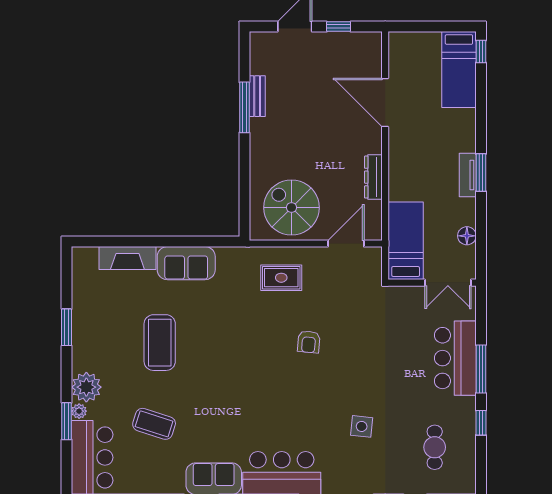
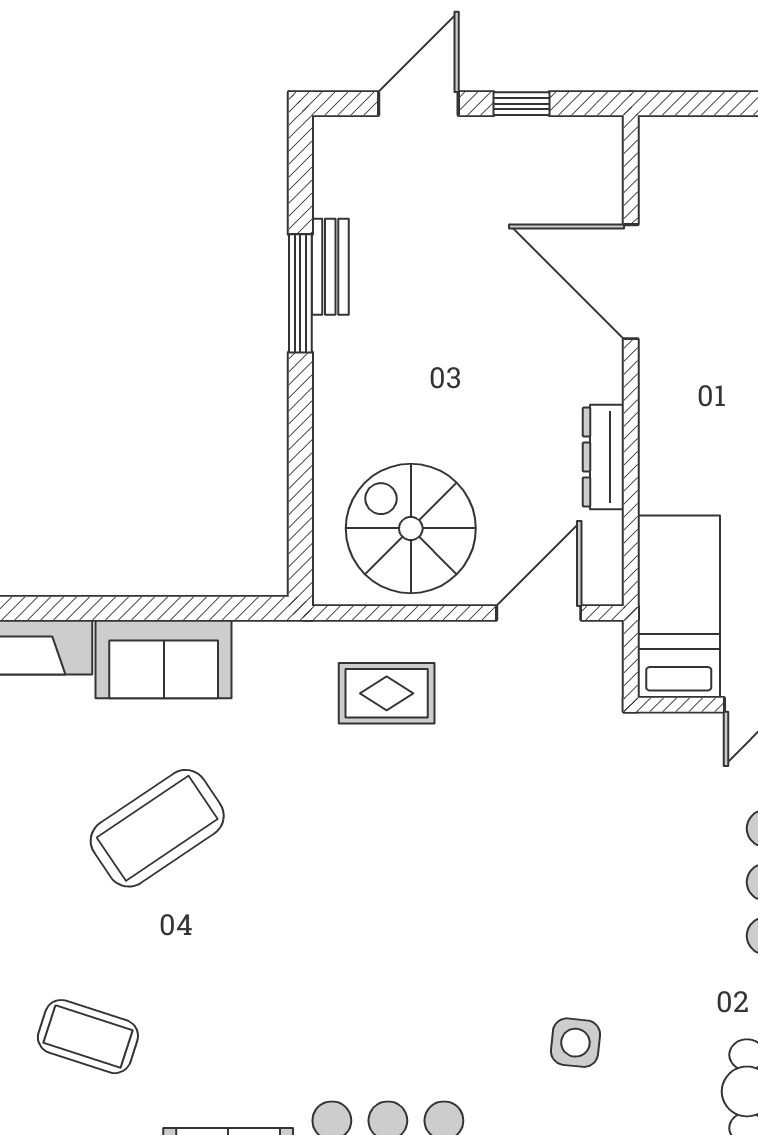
armchair: (309, 342) -> (451, 844), removed
coffee table: (160, 343) -> (157, 828), moved, turned 56

